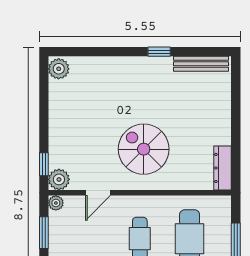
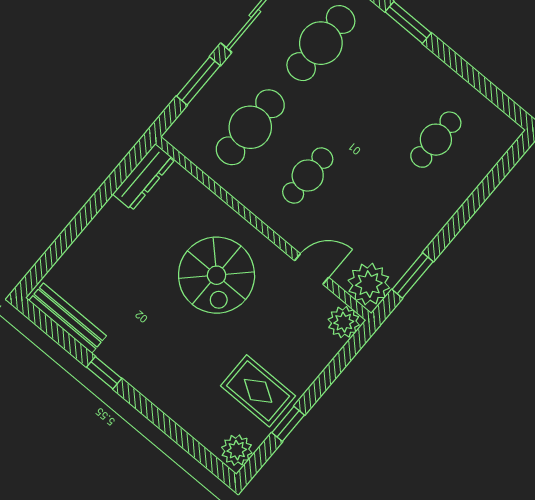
rug: (73, 108) -> (258, 391), added
window: (44, 164) -> (288, 424), moved
plant: (56, 203) -> (369, 284), width x1.88, depth x1.88

